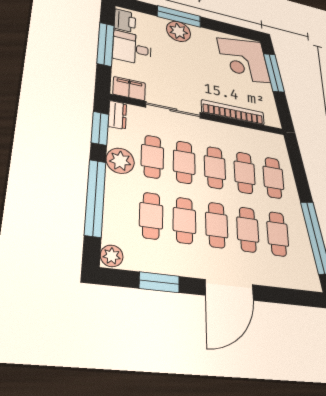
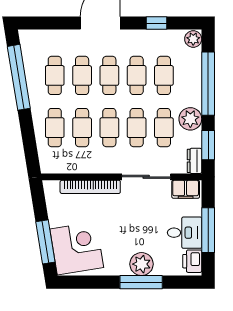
window: (159, 282) -> (157, 23), width x0.67

